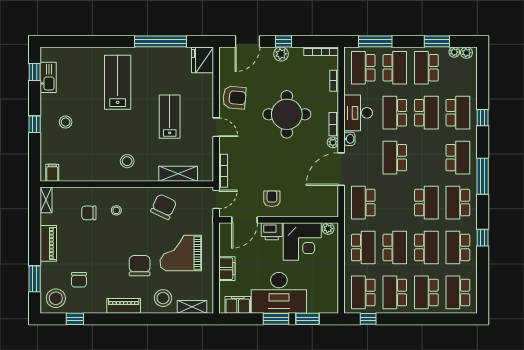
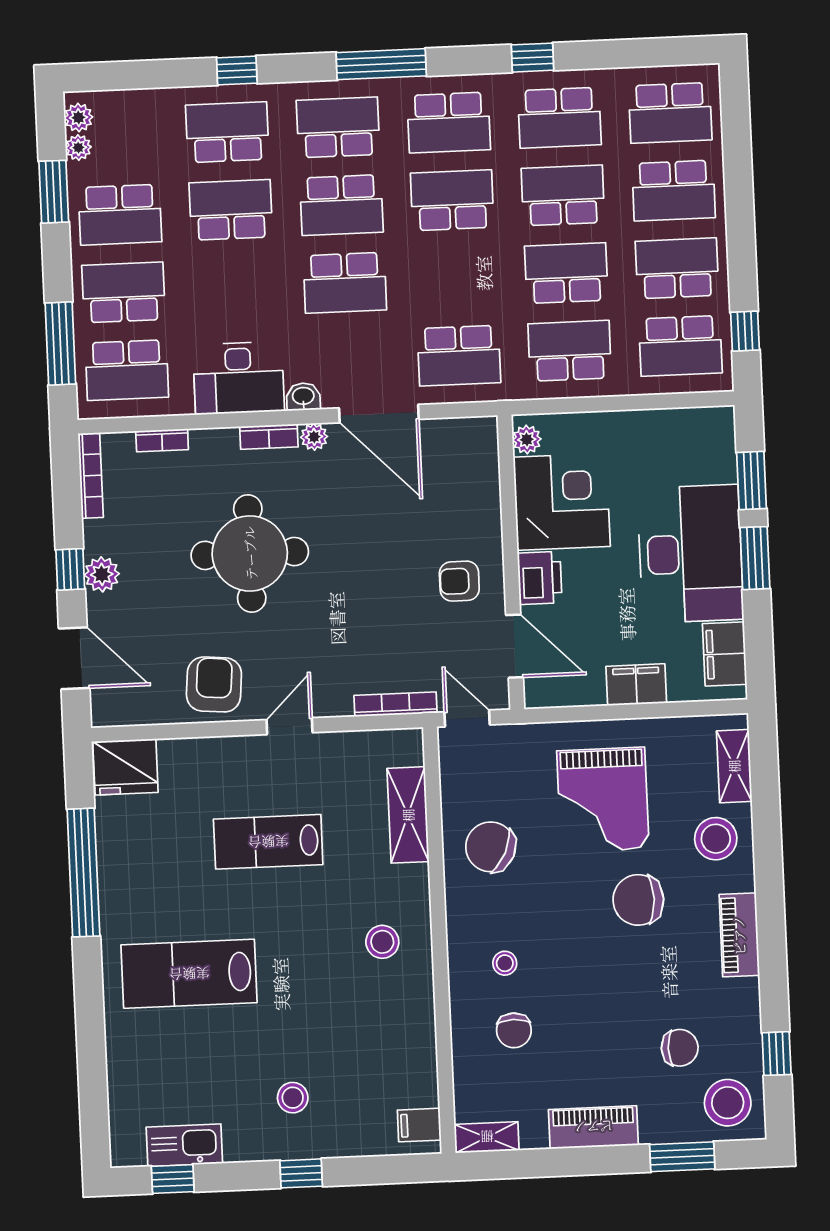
school desk: (395, 113) -> (341, 205), moved
school desk: (395, 292) -> (677, 268), turned 180

